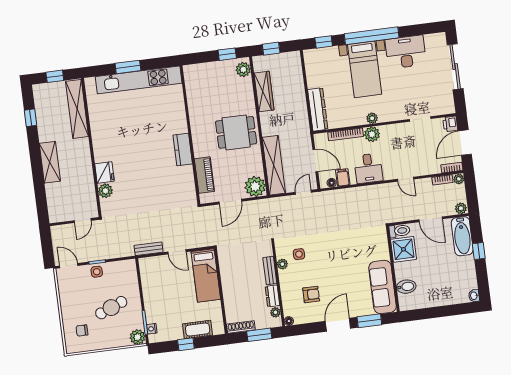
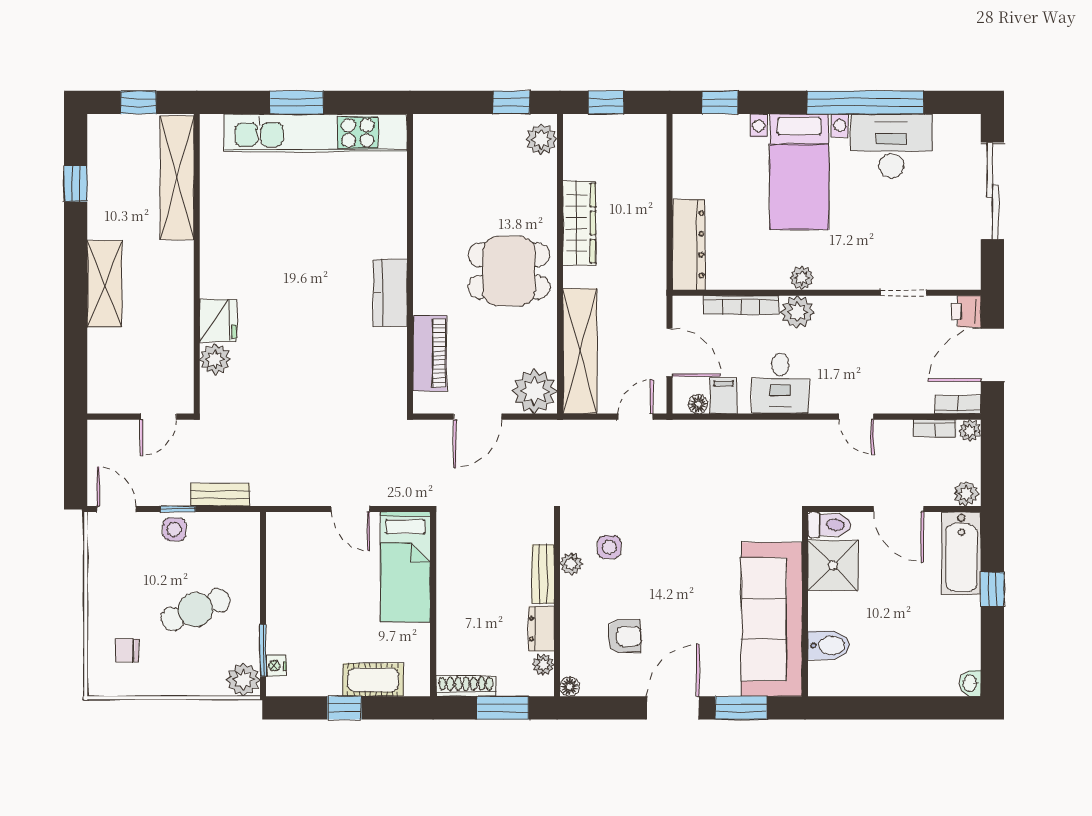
window: (372, 36) -> (865, 102), moved
wardrobe: (264, 91) -> (579, 223), moved
bench: (149, 249) -> (220, 495), moved
sofa: (383, 287) -> (772, 619), width x1.36, depth x1.27

